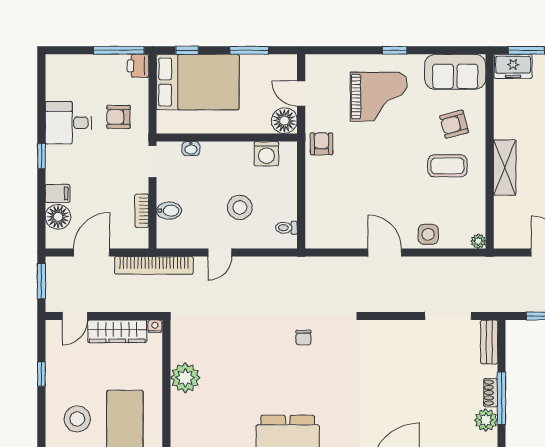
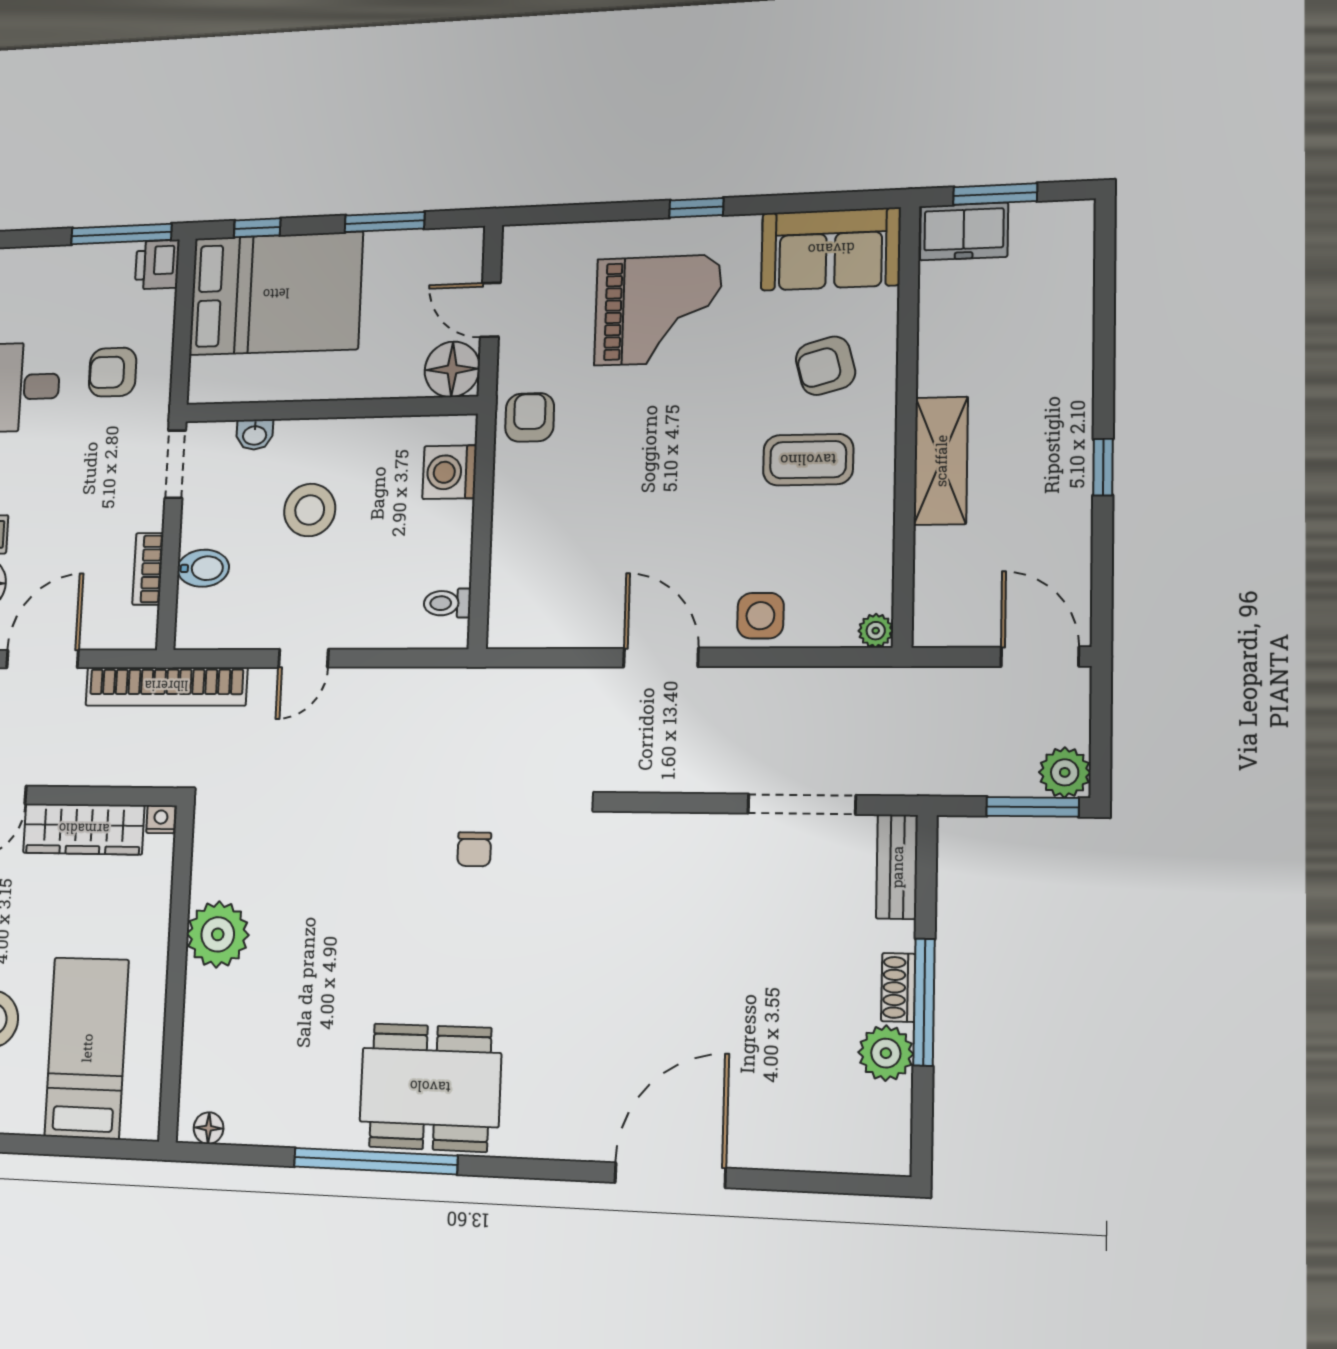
washing machine: (266, 154) -> (449, 472), moved, turned 90
stool: (240, 207) -> (310, 510), moved

